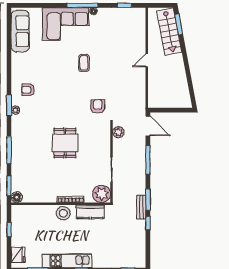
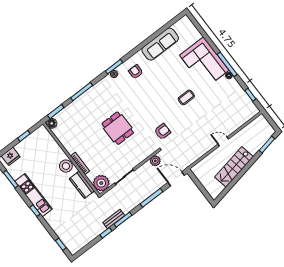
sofa: (20, 31) -> (160, 44), moved
stairs: (169, 32) -> (234, 167), moved
door: (148, 126) -> (176, 179), swing flipped
dining table: (65, 143) -> (118, 128), turned 90

